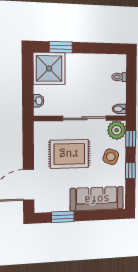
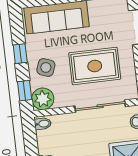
sliding door: (85, 118) -> (100, 106), moved

